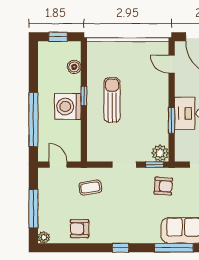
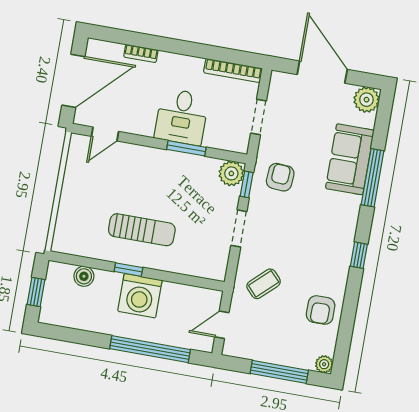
sun lounger: (112, 100) -> (142, 230), turned 180
coffee table: (90, 188) -> (264, 284), turned 56

